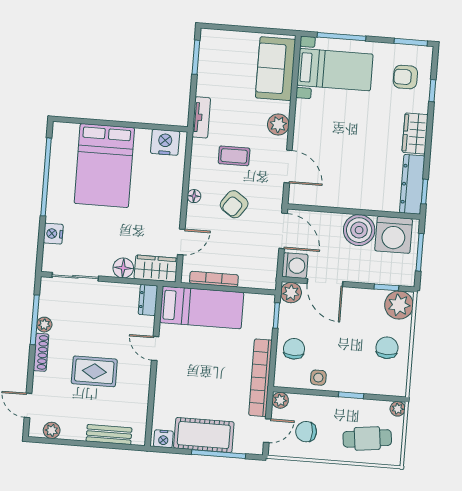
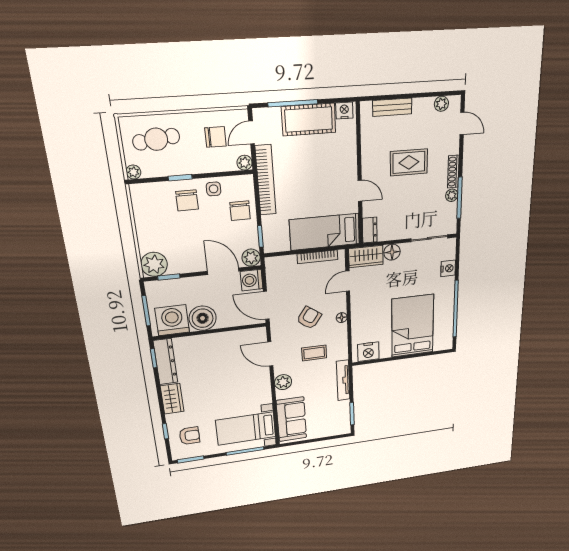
tv unit: (201, 117) -> (343, 380), width x1.41
chair: (387, 348) -> (187, 200), moved

